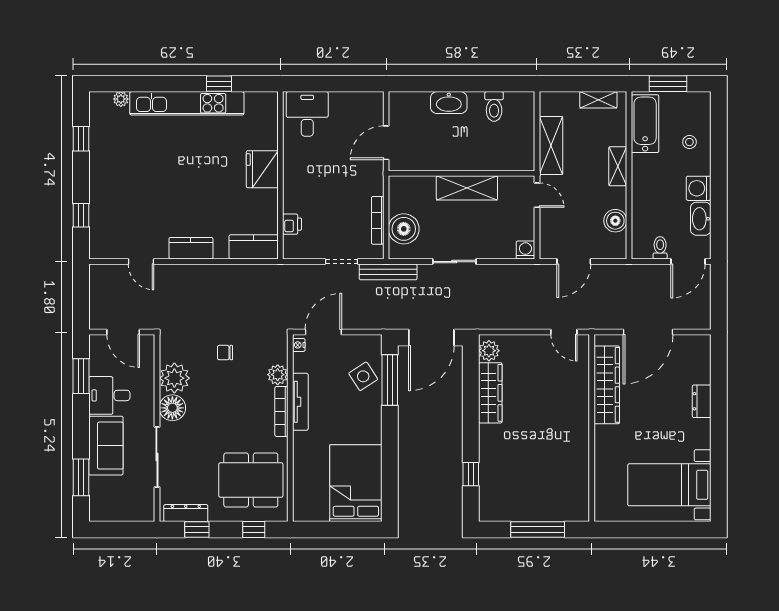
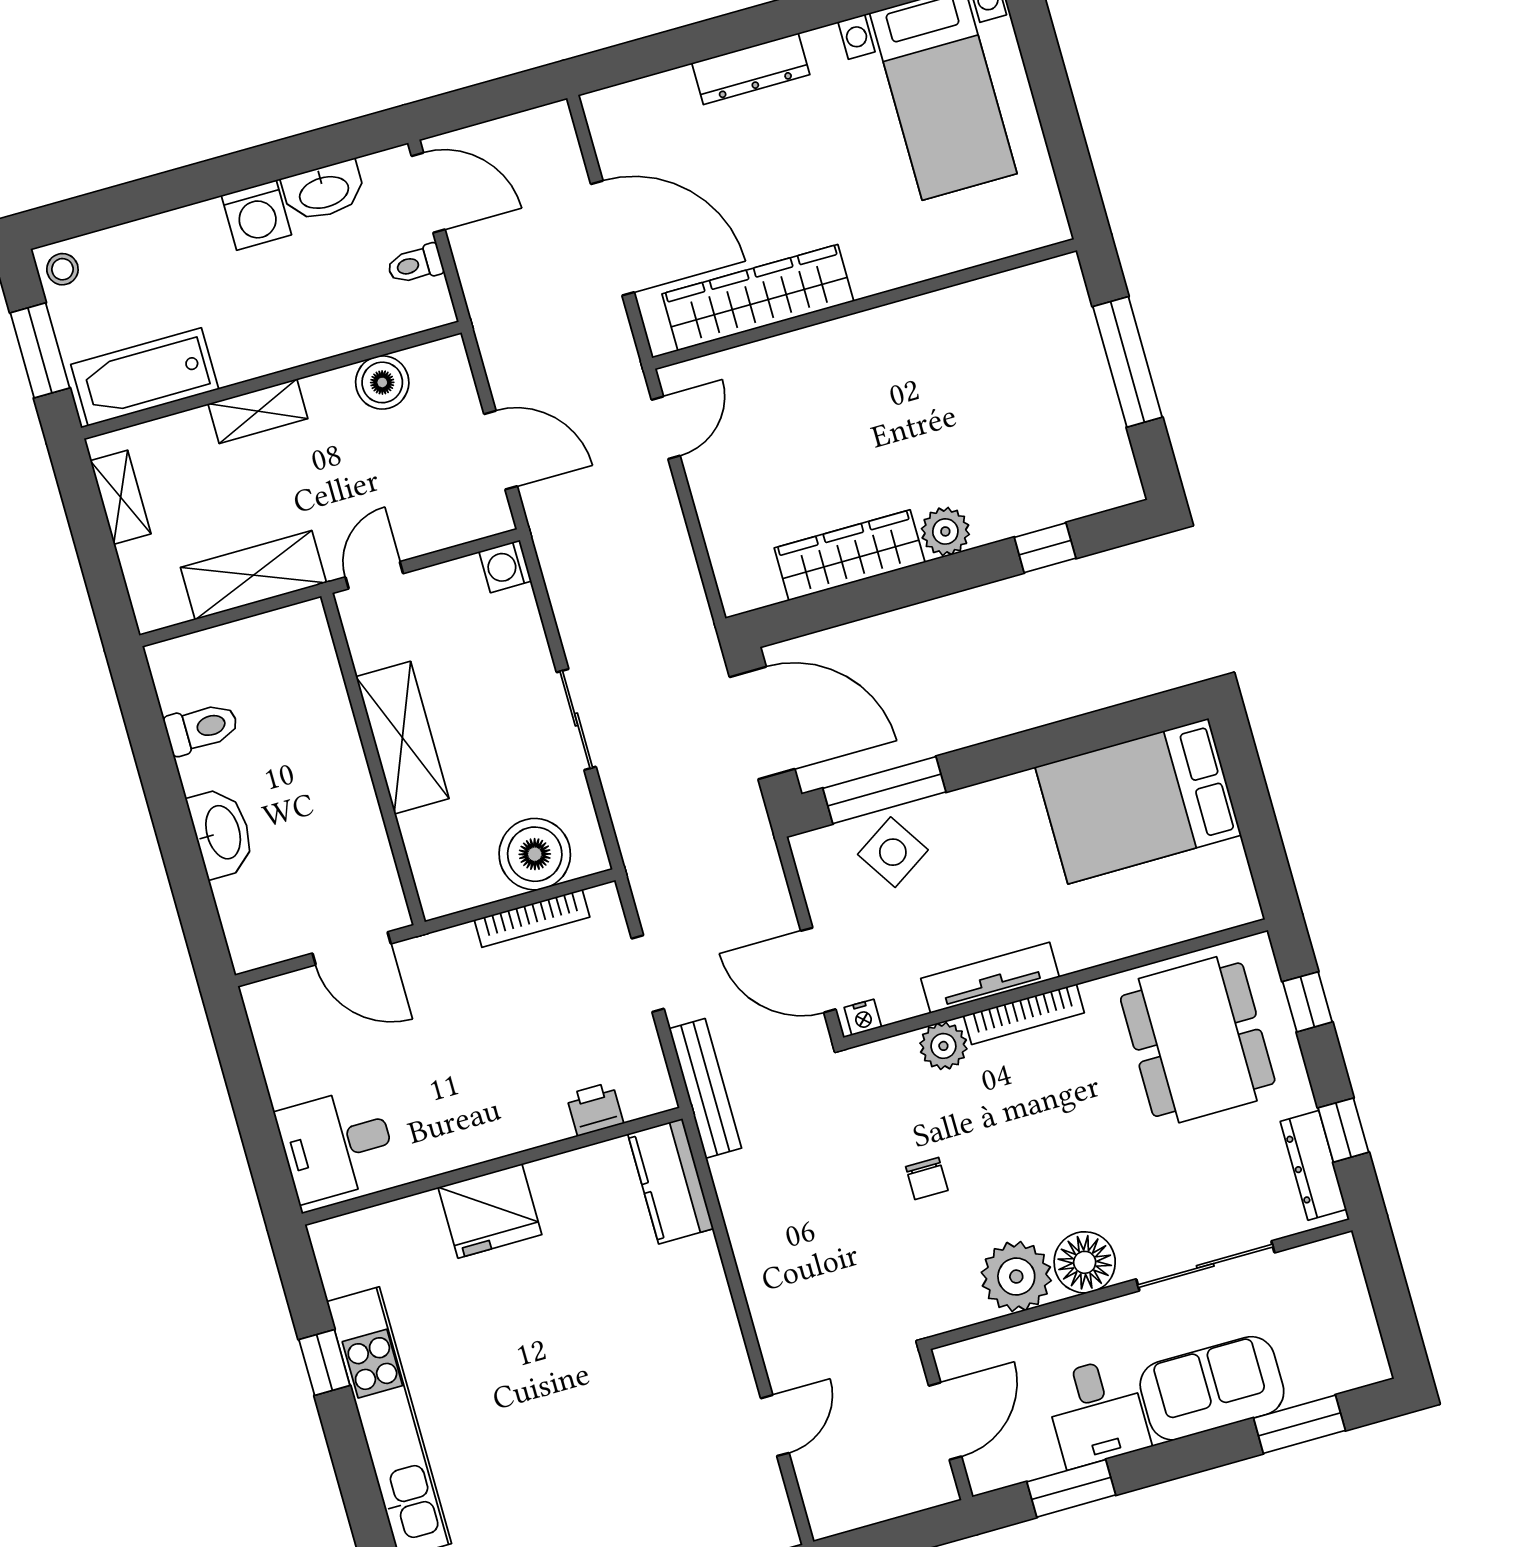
stool: (689, 142) -> (62, 269), moved
kitchen counter: (191, 248) -> (713, 1322), removed
bench: (388, 272) -> (705, 1088), moved
plant: (489, 351) -> (945, 531), moved
dresser: (702, 401) -> (751, 69), width x1.44

